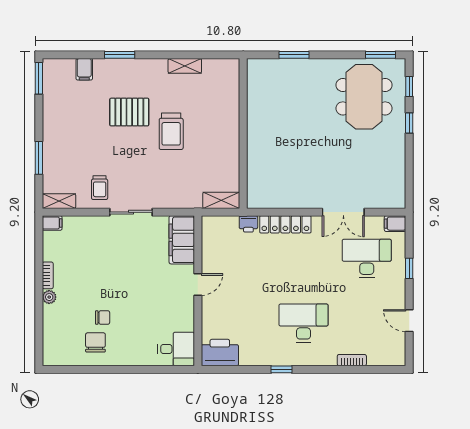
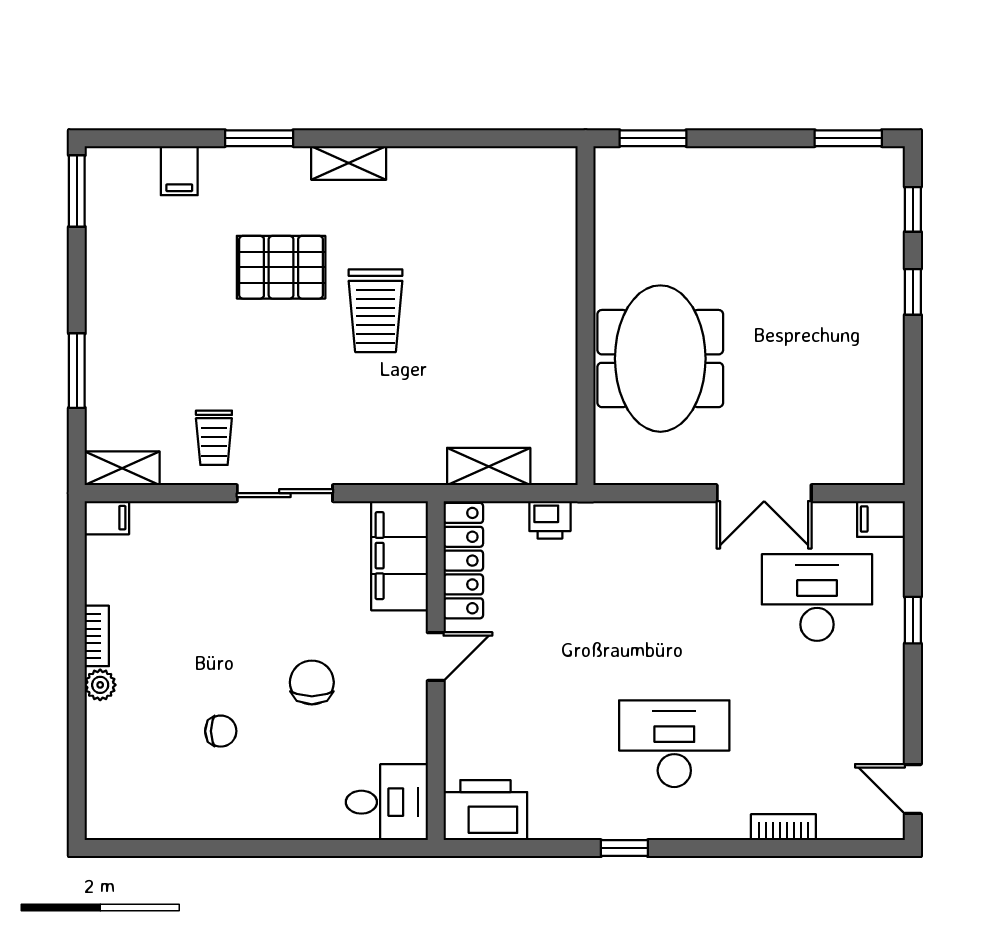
shelving: (185, 66) -> (349, 163), moved
meeting table: (364, 97) -> (660, 359), moved
wall: (243, 134) -> (586, 316), moved
locker: (285, 224) -> (463, 561), moved, turned -90
door: (409, 321) -> (913, 789), moved
chair: (95, 342) -> (312, 682), moved

